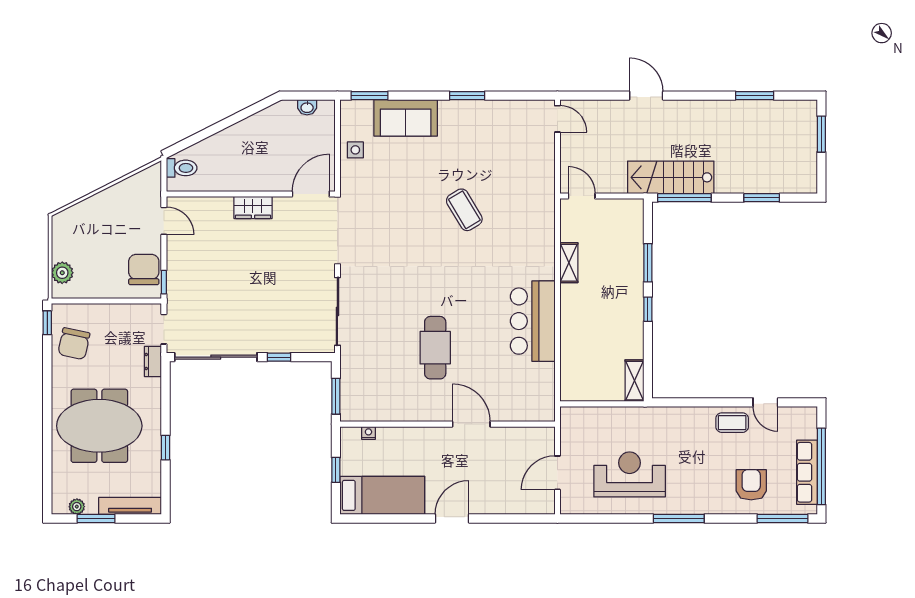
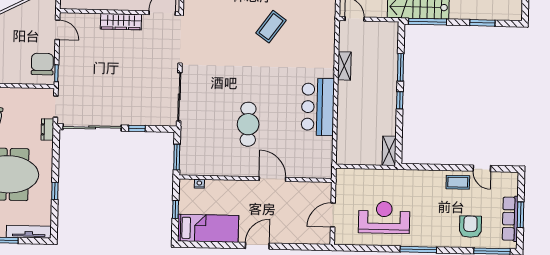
wardrobe: (253, 208) -> (121, 22), width x1.50
coffee table: (464, 210) -> (271, 27), turned 67
window: (821, 466) -> (521, 215), width x0.47

